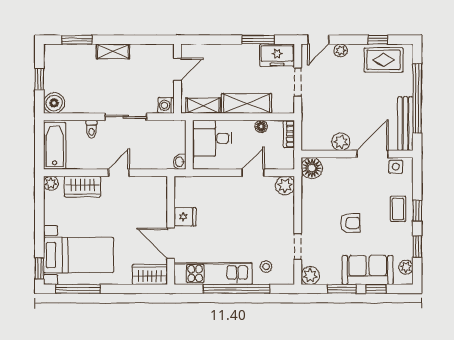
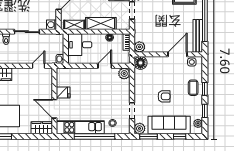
plant: (341, 142) -> (139, 47), moved
door: (119, 173) -> (38, 66), moved
sofa: (368, 270) -> (169, 125), width x1.36
window: (342, 289) -> (148, 137), moved

